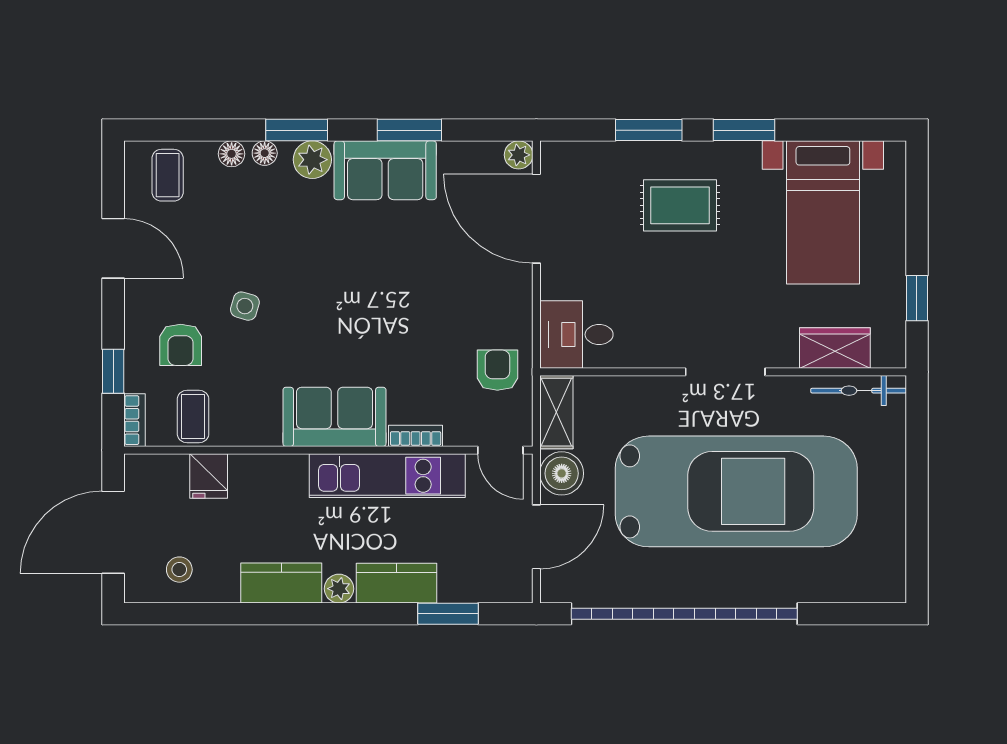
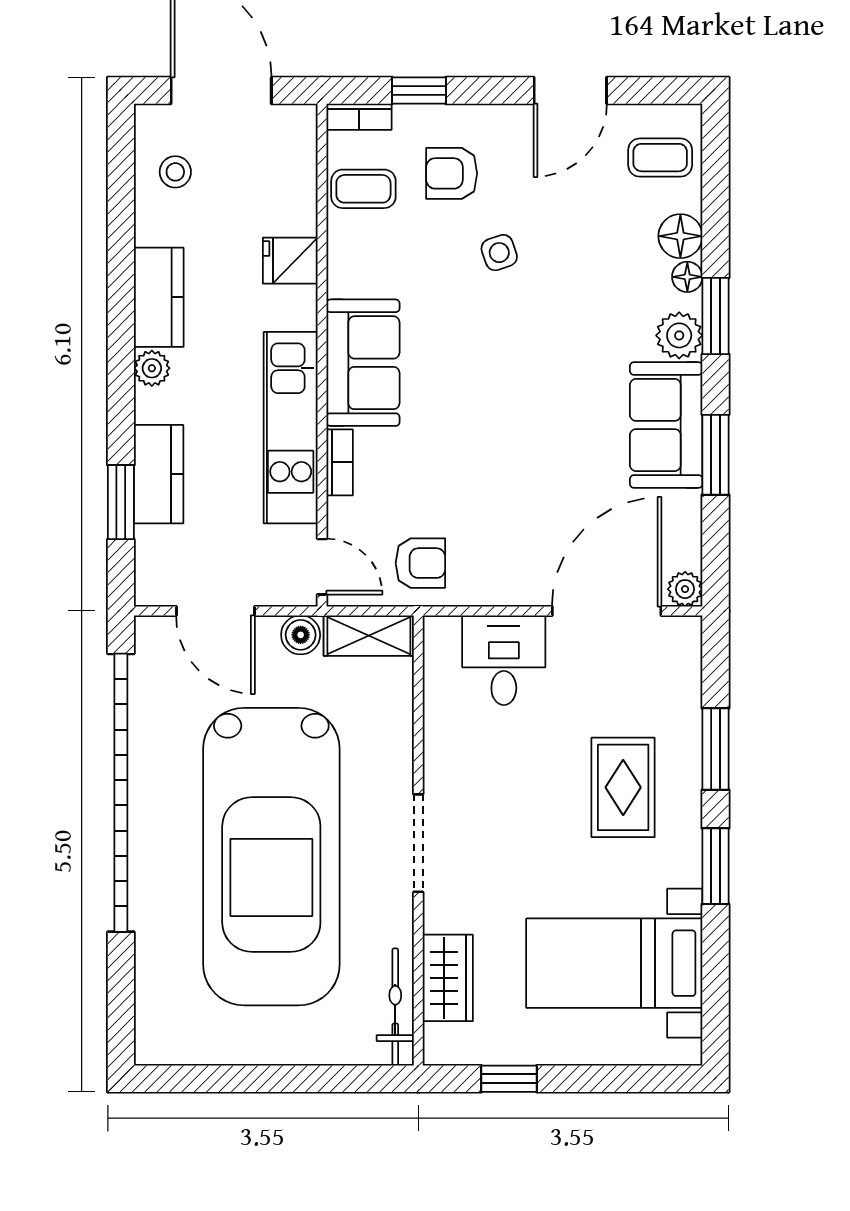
floor lamp: (232, 154) -> (680, 236), width x1.37, depth x1.37
side table: (245, 306) -> (499, 253), turned -35
desk: (576, 335) -> (504, 660), moved
door: (500, 450) -> (322, 567), swing flipped
boiler: (562, 473) -> (301, 635), width x0.73, depth x0.73
fridge: (209, 476) -> (290, 261), moved
kitchen counter: (396, 583) -> (159, 474), moved

